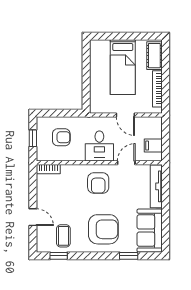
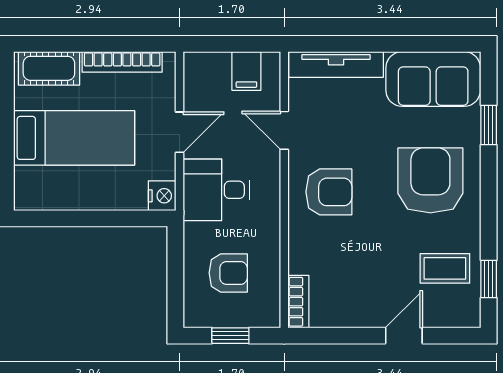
nightstand: (96, 107) -> (162, 196), added
armchair: (61, 137) -> (228, 273), turned 90
desk: (99, 146) -> (216, 190), moved, turned 180

